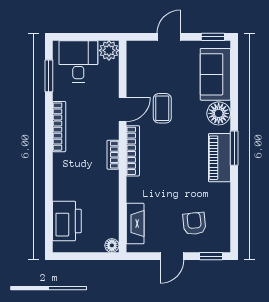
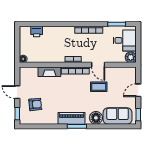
door: (169, 37) -> (138, 90), swing flipped
printer: (67, 221) -> (37, 32), width x0.53, depth x0.68
fireplace: (135, 224) -> (49, 72), moved

